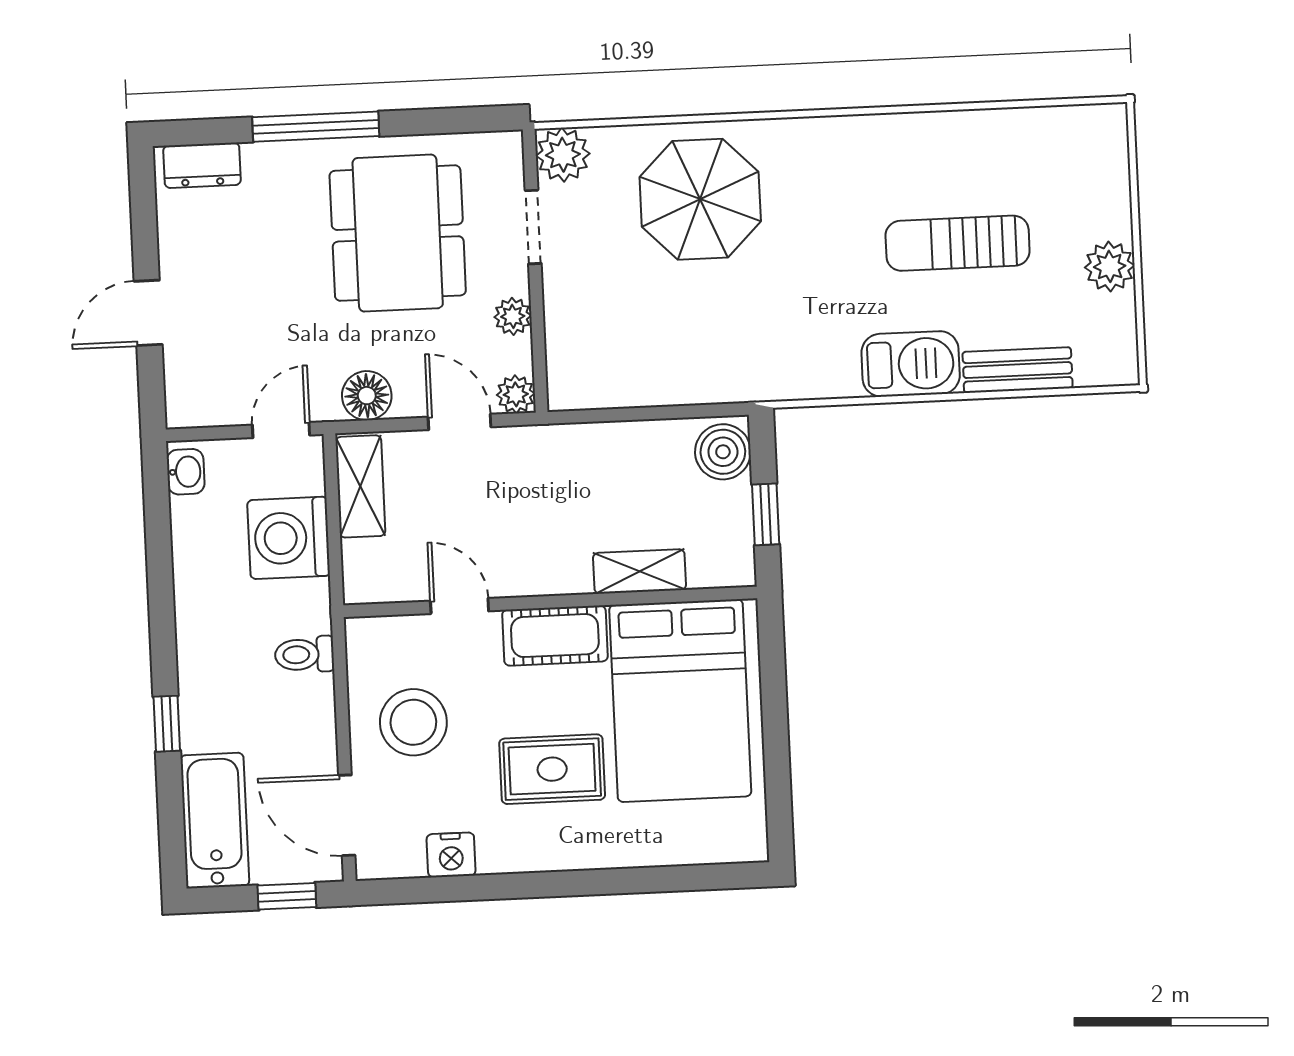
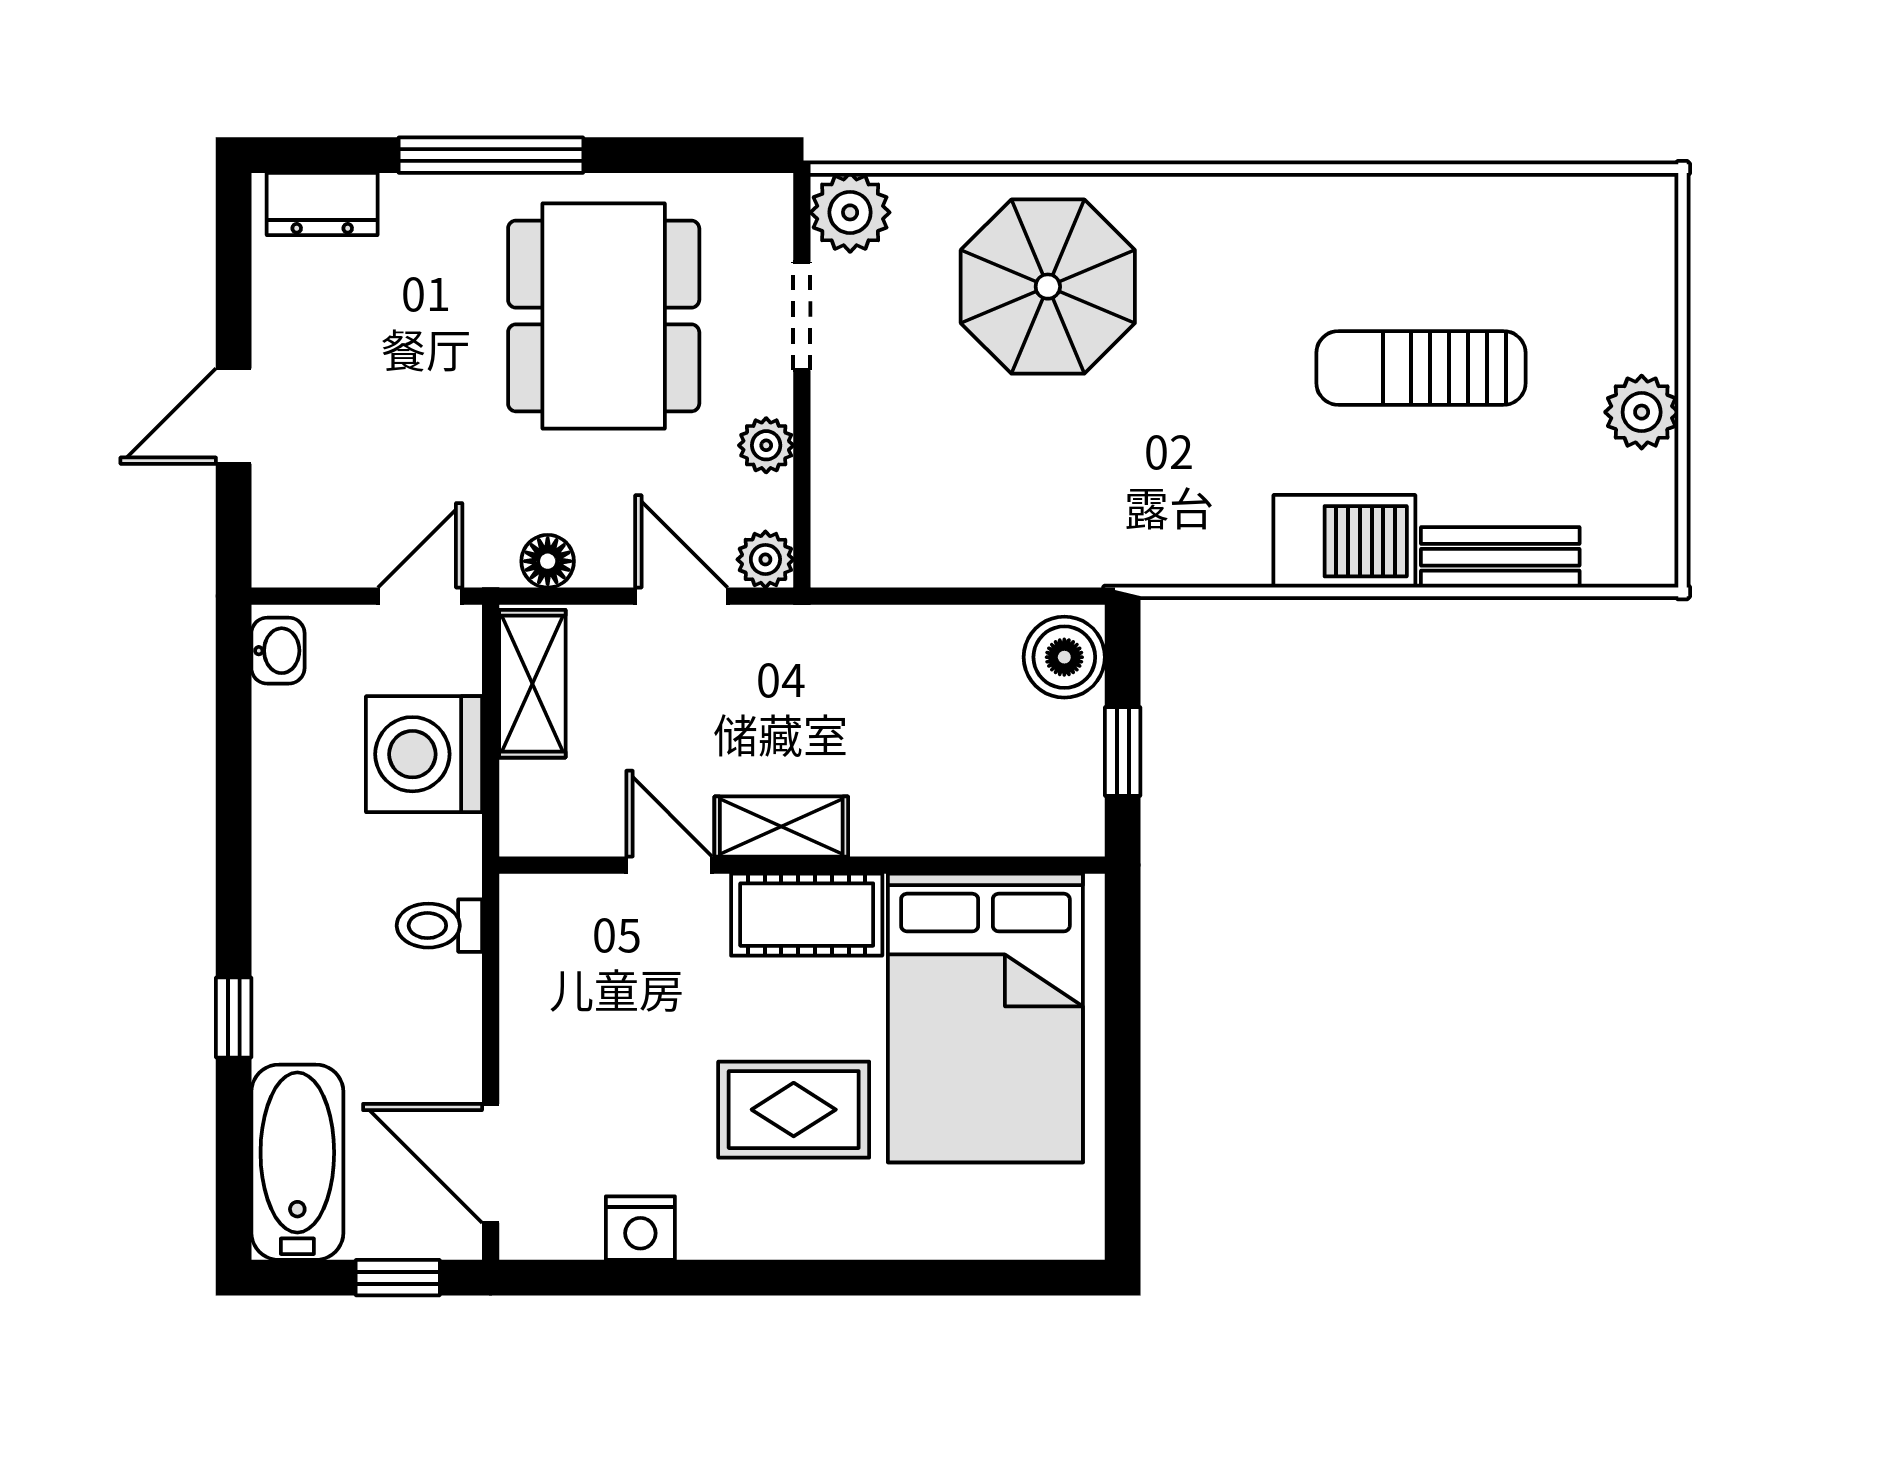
floor lamp: (367, 396) -> (548, 561), width x0.73, depth x0.73
shelving: (640, 571) -> (781, 826), moved
stool: (413, 722) -> (594, 1032), removed

